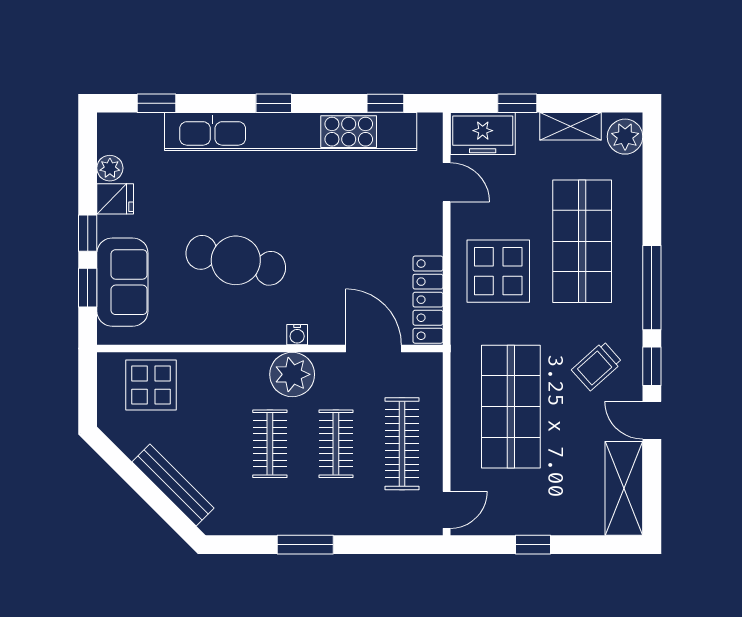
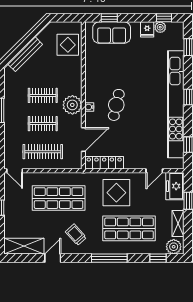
window: (88, 233) -> (164, 18), moved
cafe table: (236, 260) -> (116, 105), moved, width x0.73, depth x0.74
window: (652, 366) -> (158, 258), moved

